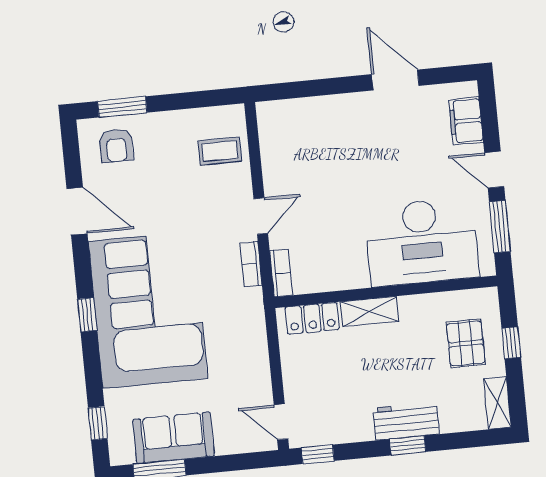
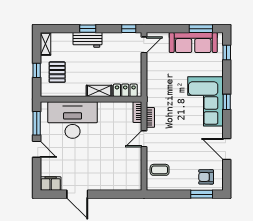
filing cabinet: (466, 121) -> (51, 184), moved, turned -90
armchair: (116, 146) -> (206, 177), turned -90
corner sofa: (148, 310) -> (205, 101), width x0.73, depth x0.74
door: (281, 422) -> (144, 45), hinge flipped
sofa: (173, 438) -> (193, 43), width x1.36

